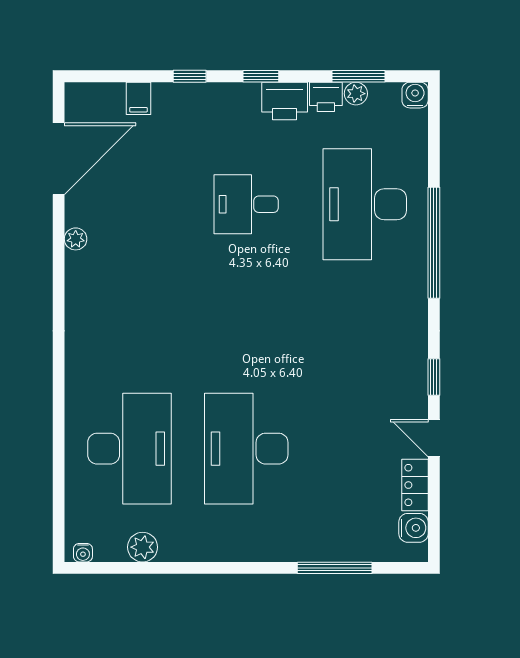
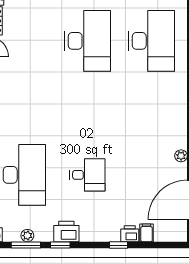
window: (261, 76) -> (60, 245), moved
printer: (326, 97) -> (130, 234), moved
desk: (129, 449) -> (151, 41), turned 180

